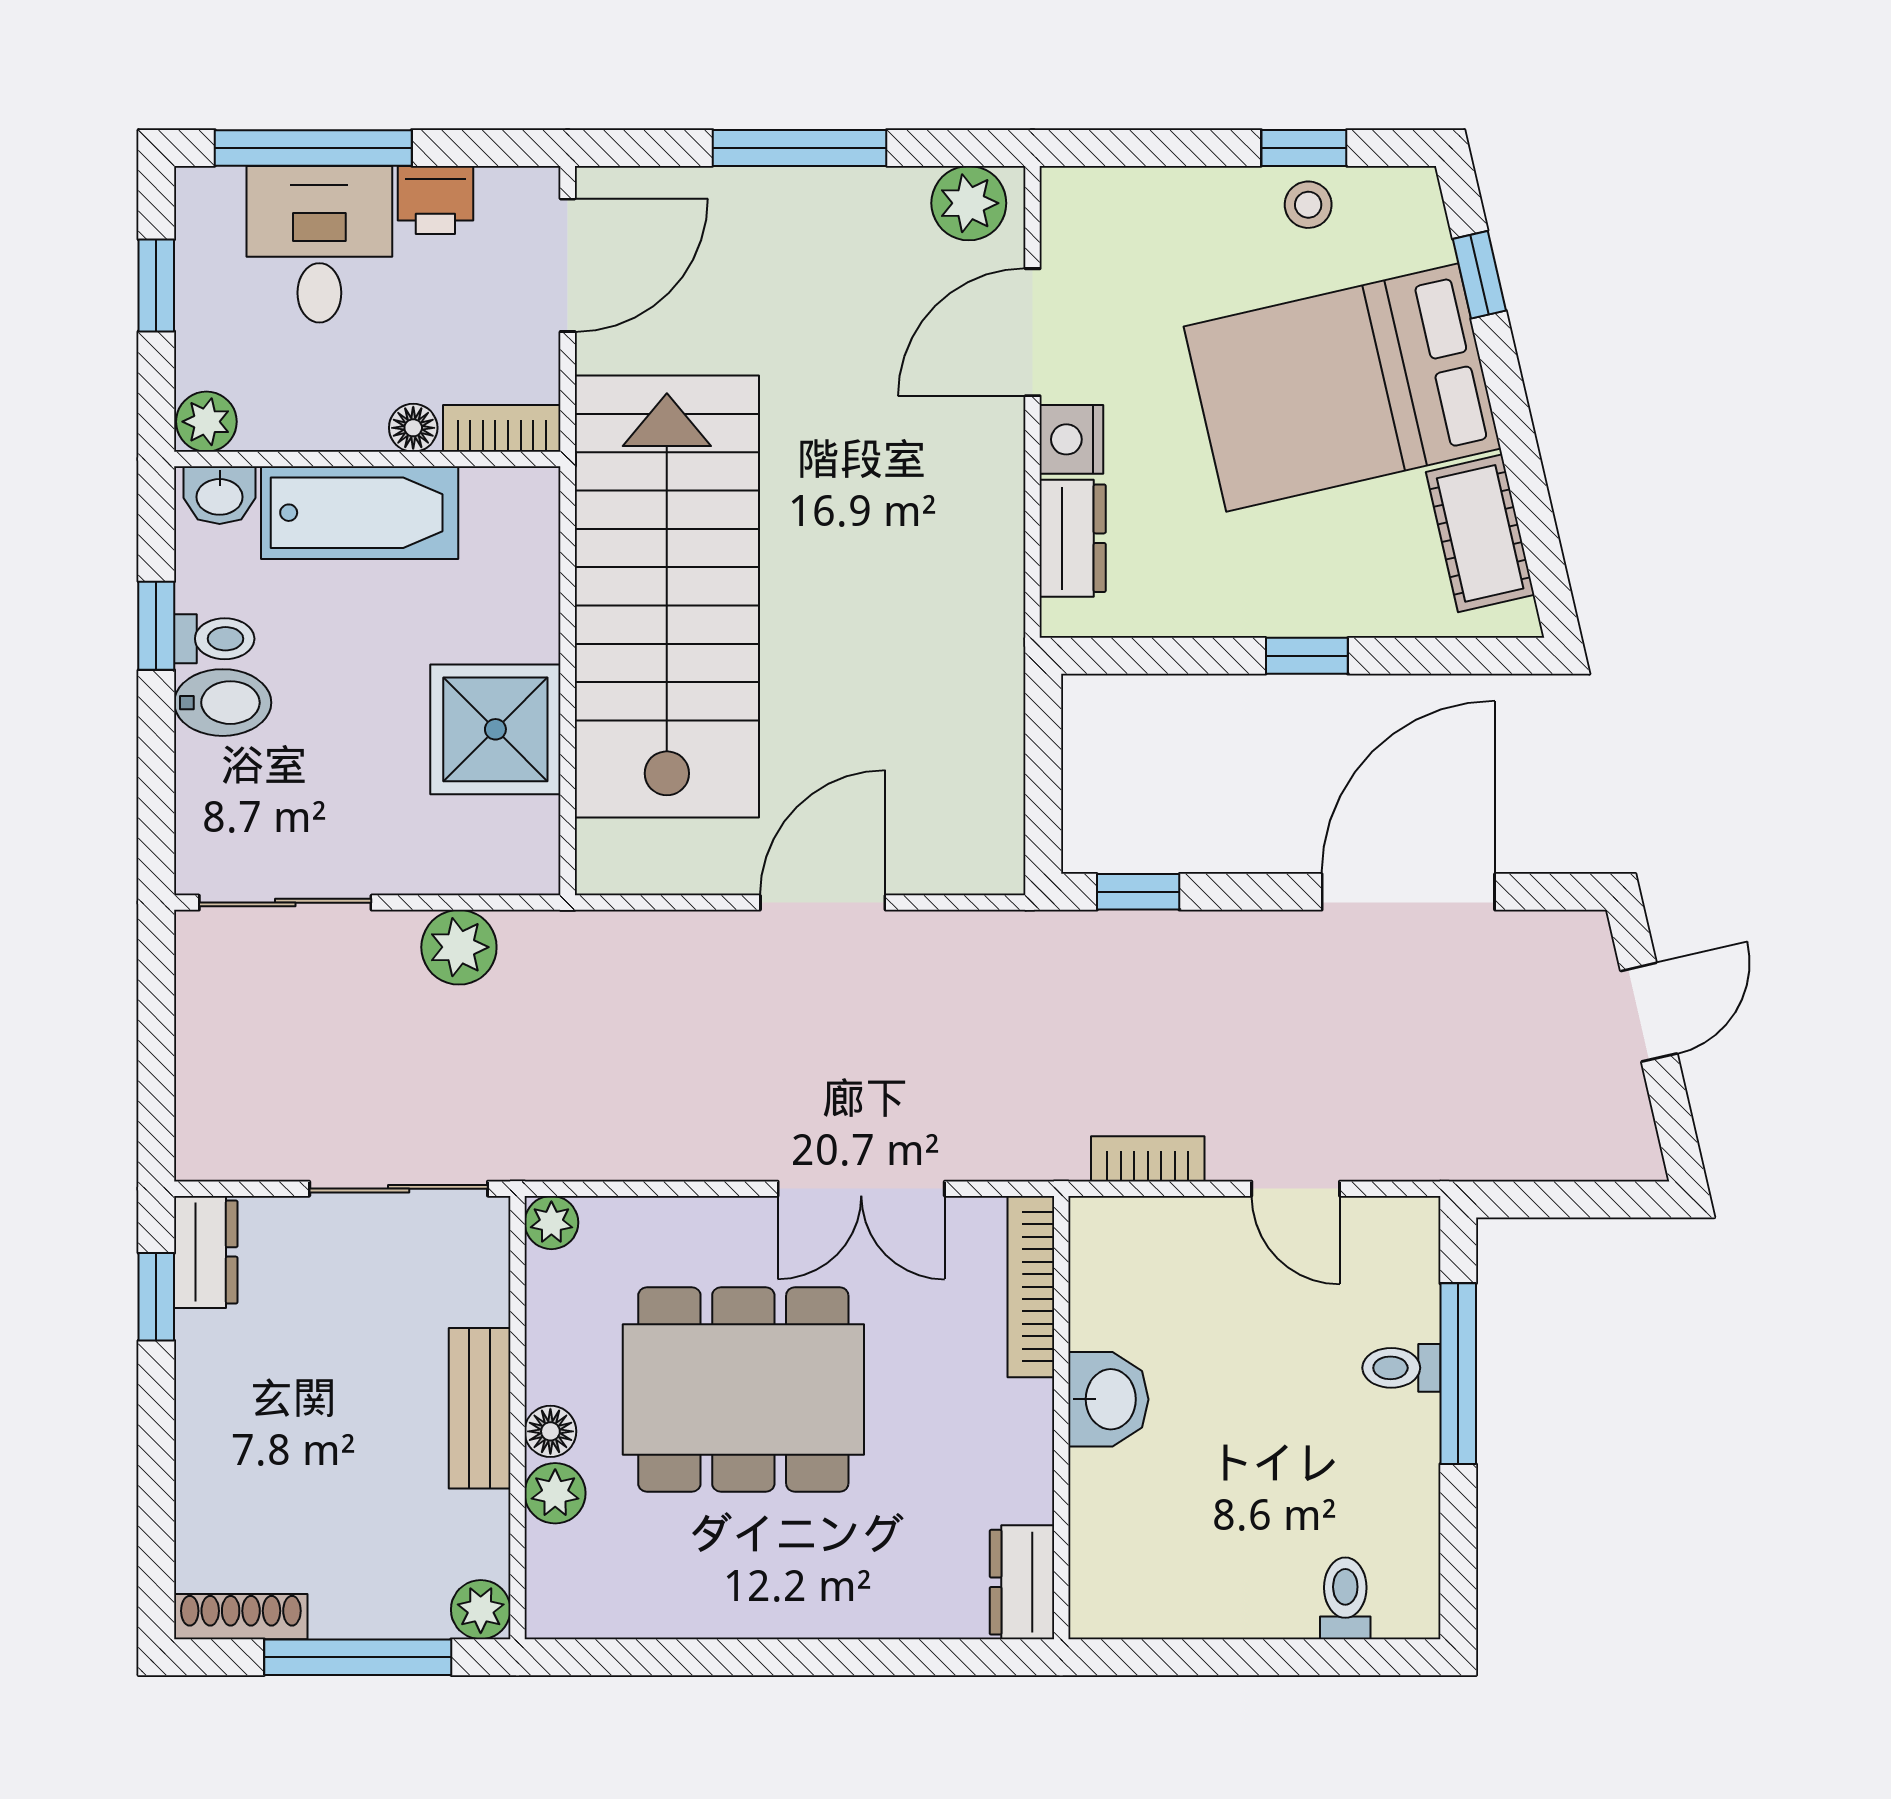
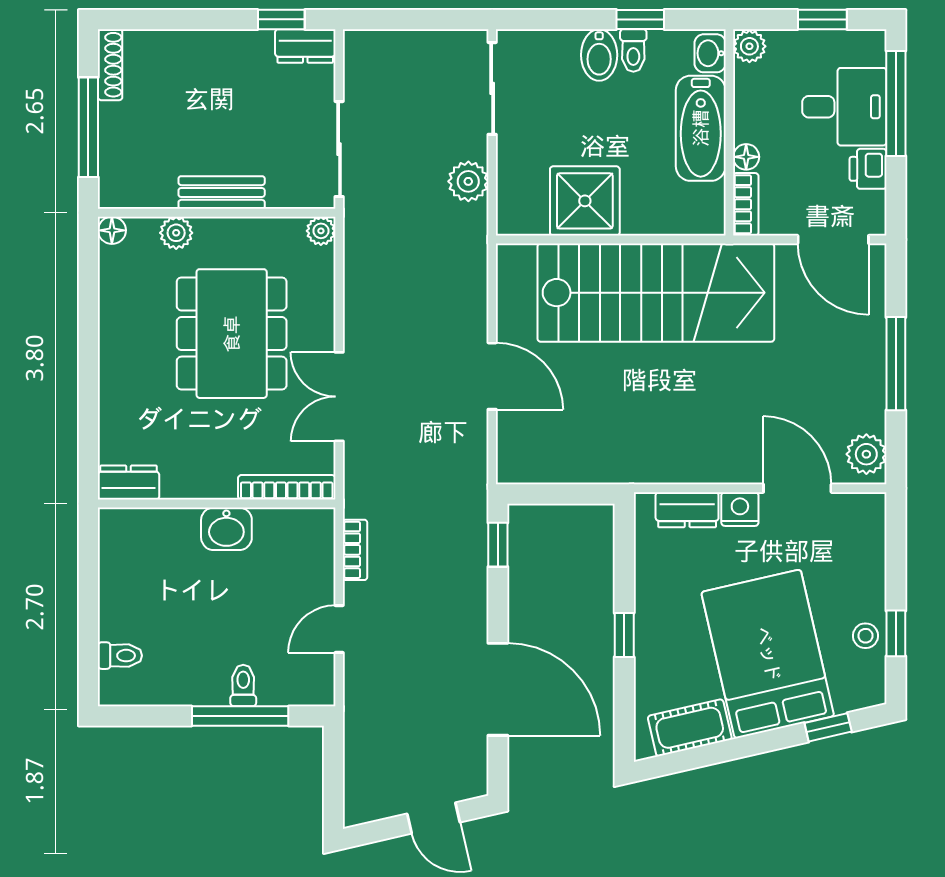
floor lamp: (550, 1431) -> (112, 230), moved
plant: (481, 1610) -> (114, 193), removed

